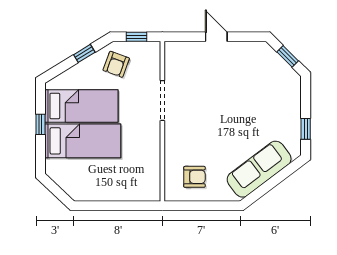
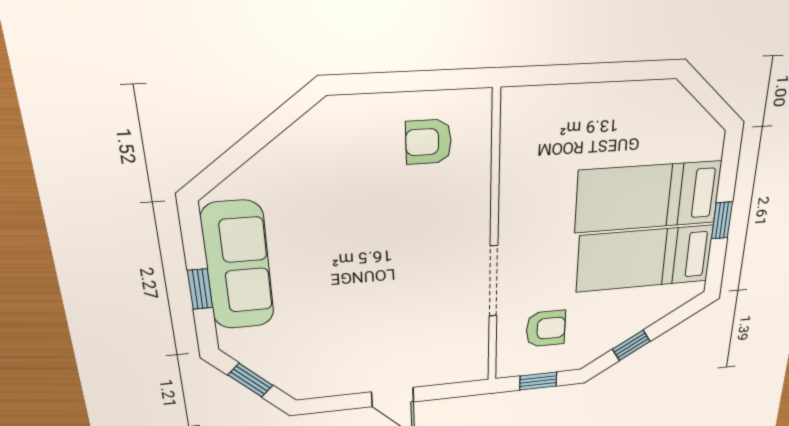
armchair: (116, 64) -> (546, 329), moved, turned 70
window: (306, 129) -> (200, 289), moved
sofa: (259, 169) -> (238, 266), moved, turned -53

